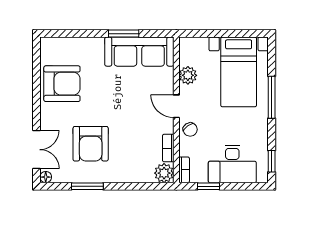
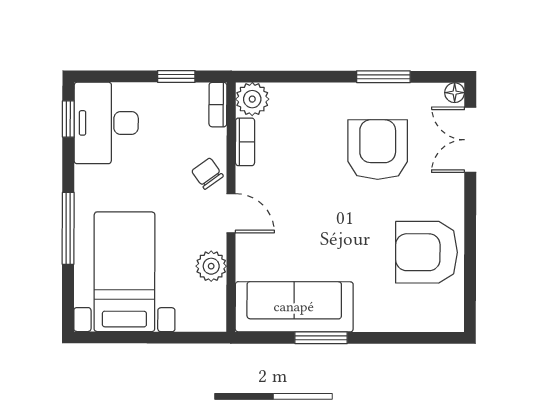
desk: (232, 164) -> (106, 123), moved, turned -90

